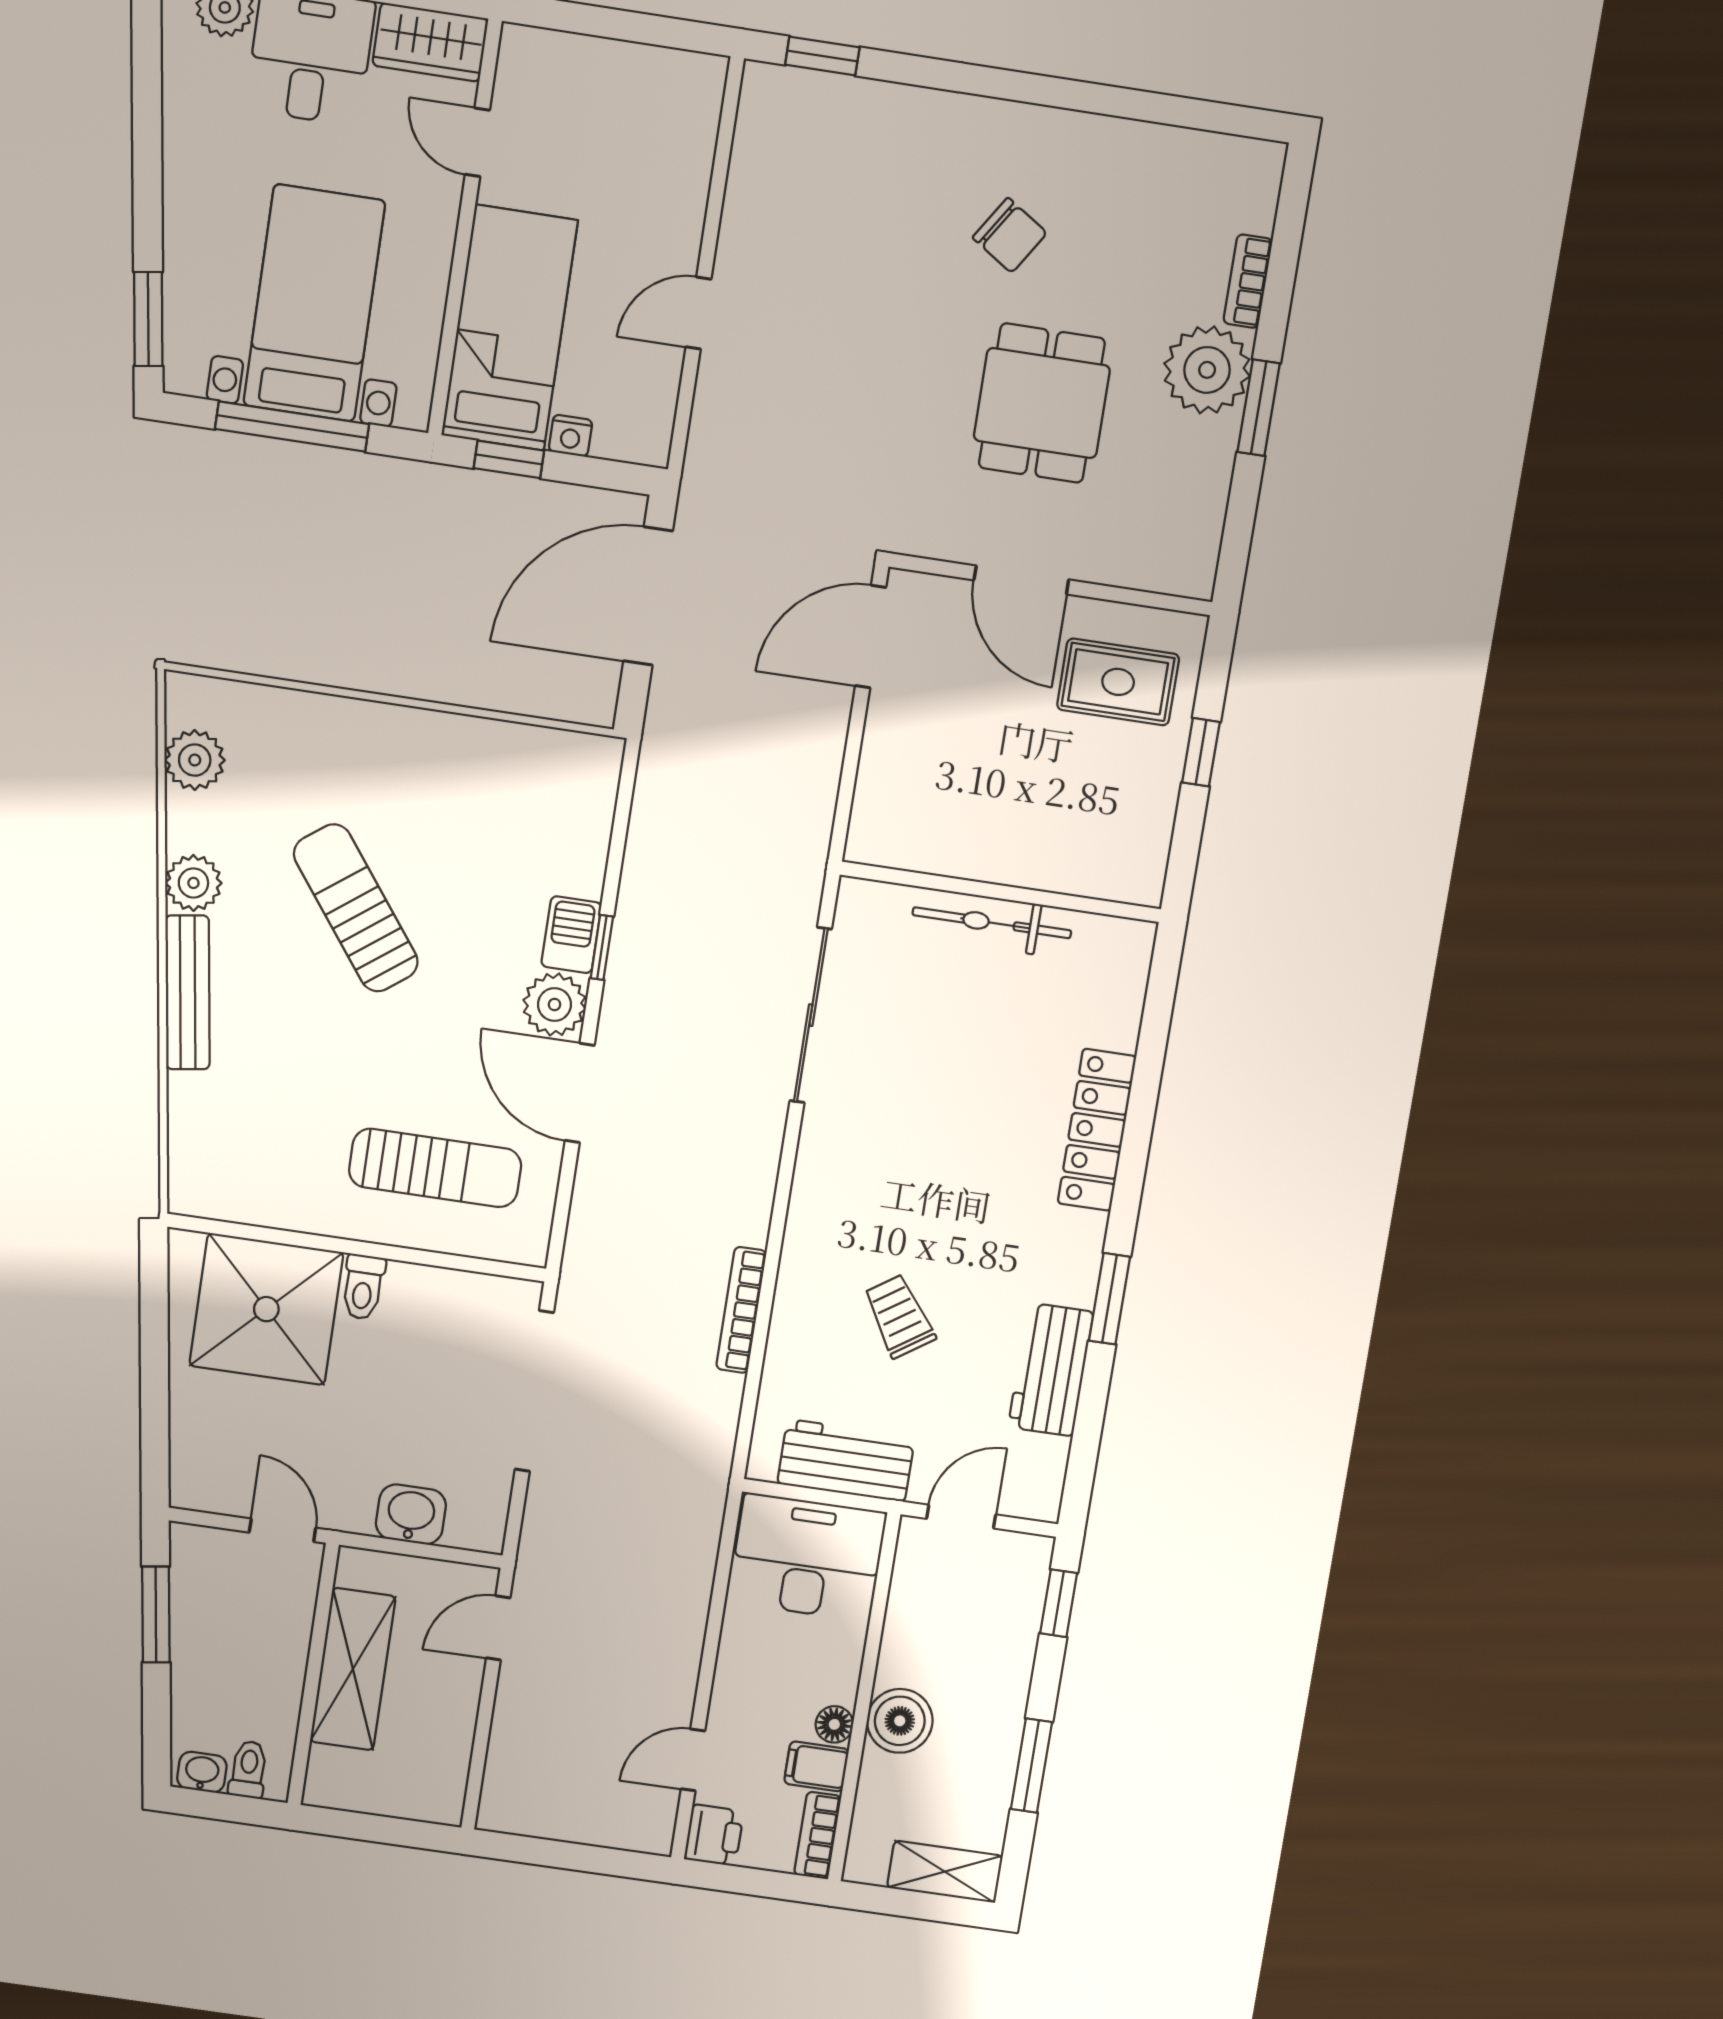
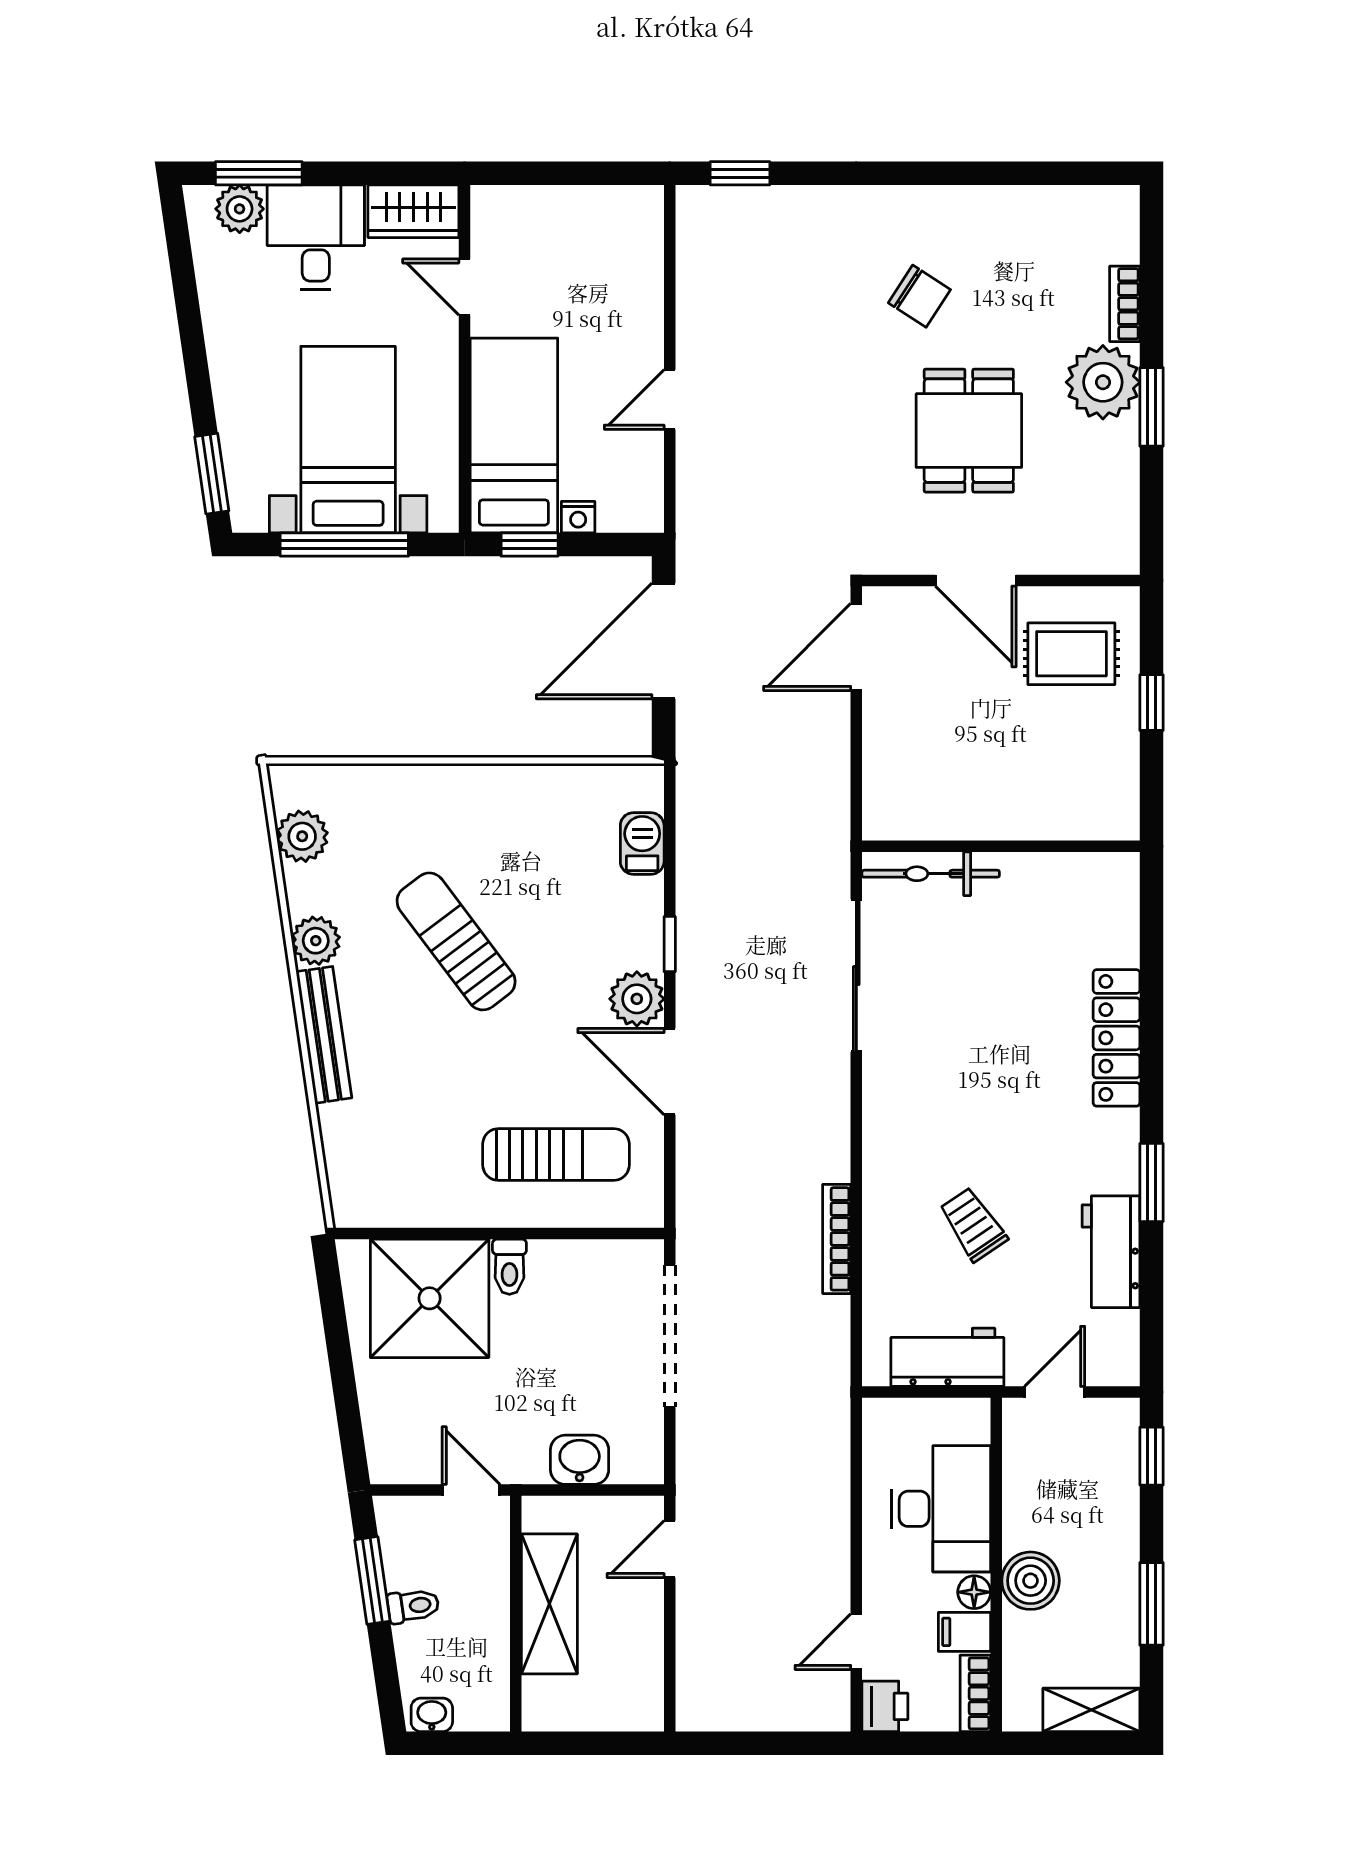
bicycle: (992, 923) -> (931, 874), moved
barbecue: (571, 935) -> (642, 844), moved
desk: (807, 1557) -> (941, 1509), moved, turned 90
toilet: (248, 1769) -> (413, 1606), moved, turned 82

